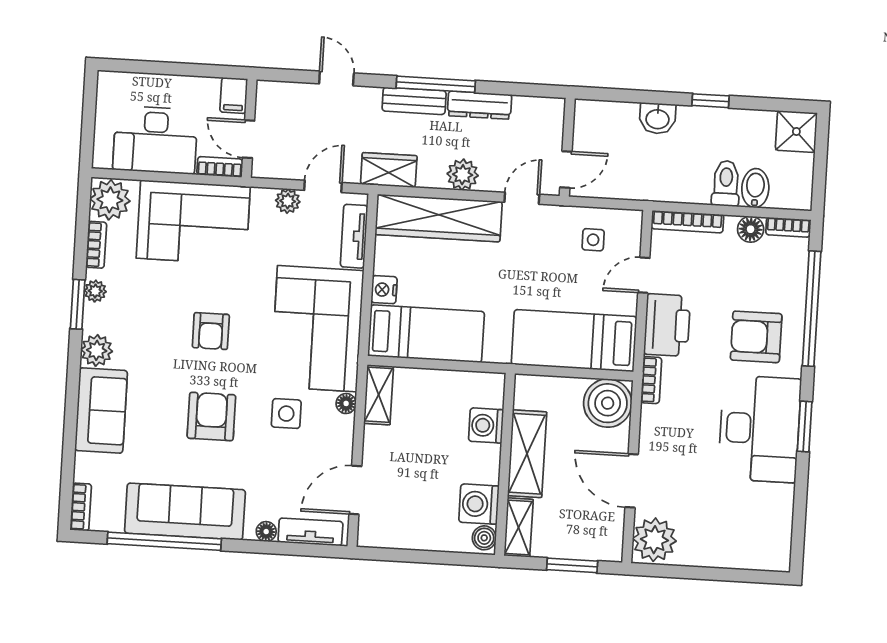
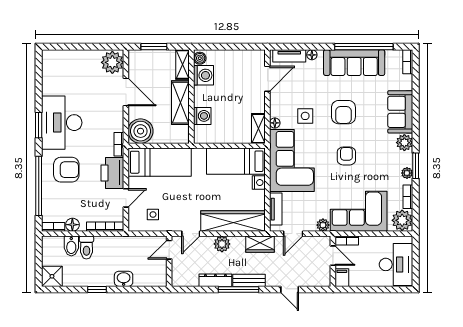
desk: (155, 140) -> (396, 264), moved, turned 90
plant: (288, 201) -> (323, 225), moved

